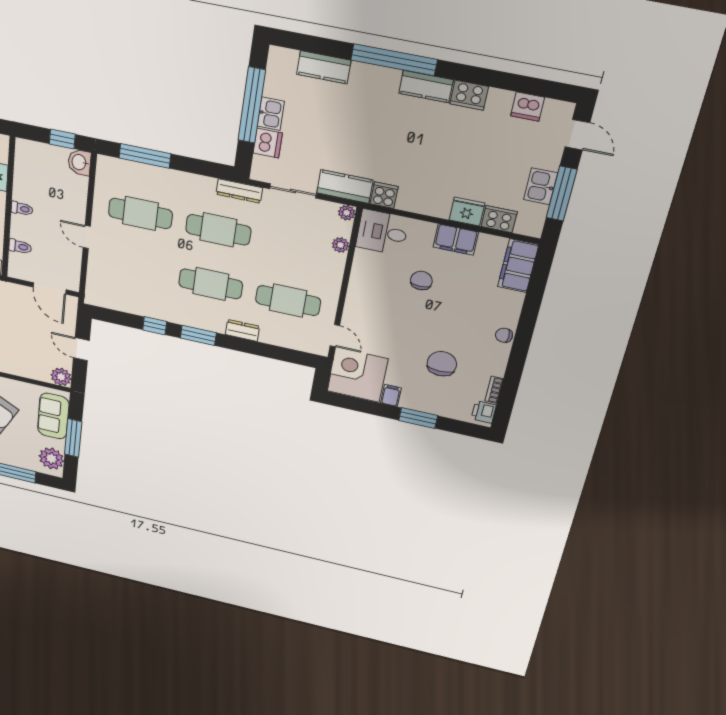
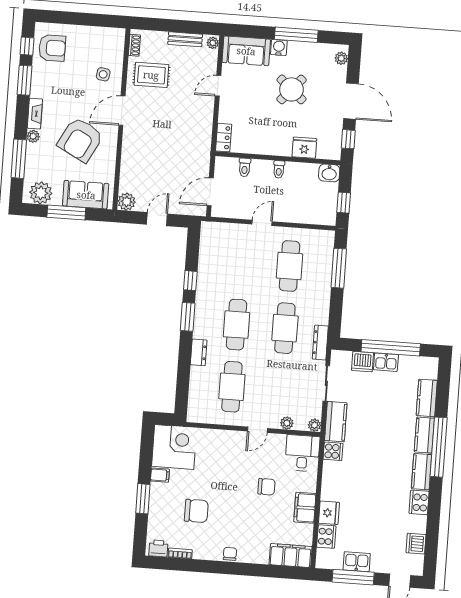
kitchen counter: (375, 77) -> (424, 435), added
washbasin: (79, 162) -> (329, 173), moved, turned 180
door: (335, 336) -> (257, 430), moved

